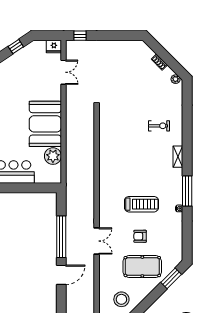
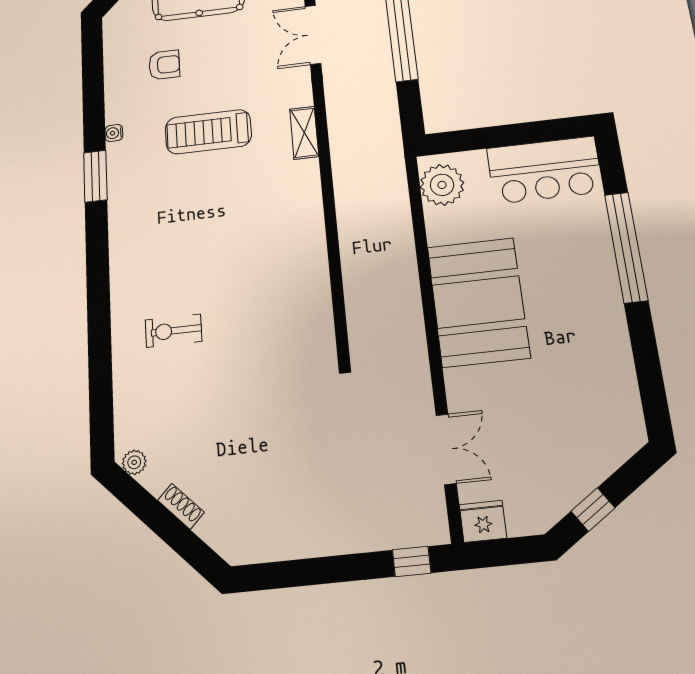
double door: (64, 72) -> (446, 449), swing flipped
plant: (53, 156) -> (442, 185), moved
shelving: (178, 157) -> (304, 133), moved
window: (187, 191) -> (95, 176), width x0.69
armchair: (140, 236) -> (164, 65), moved

